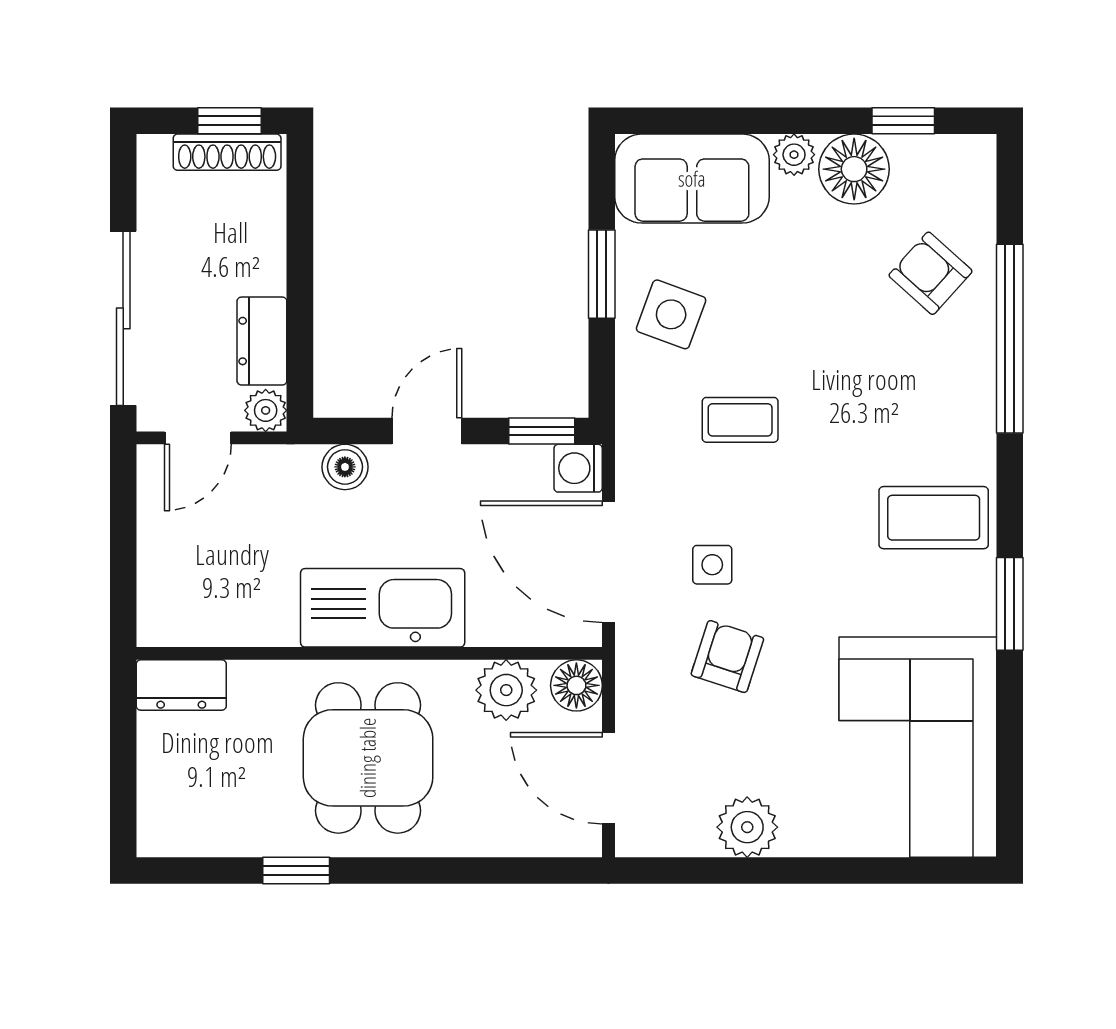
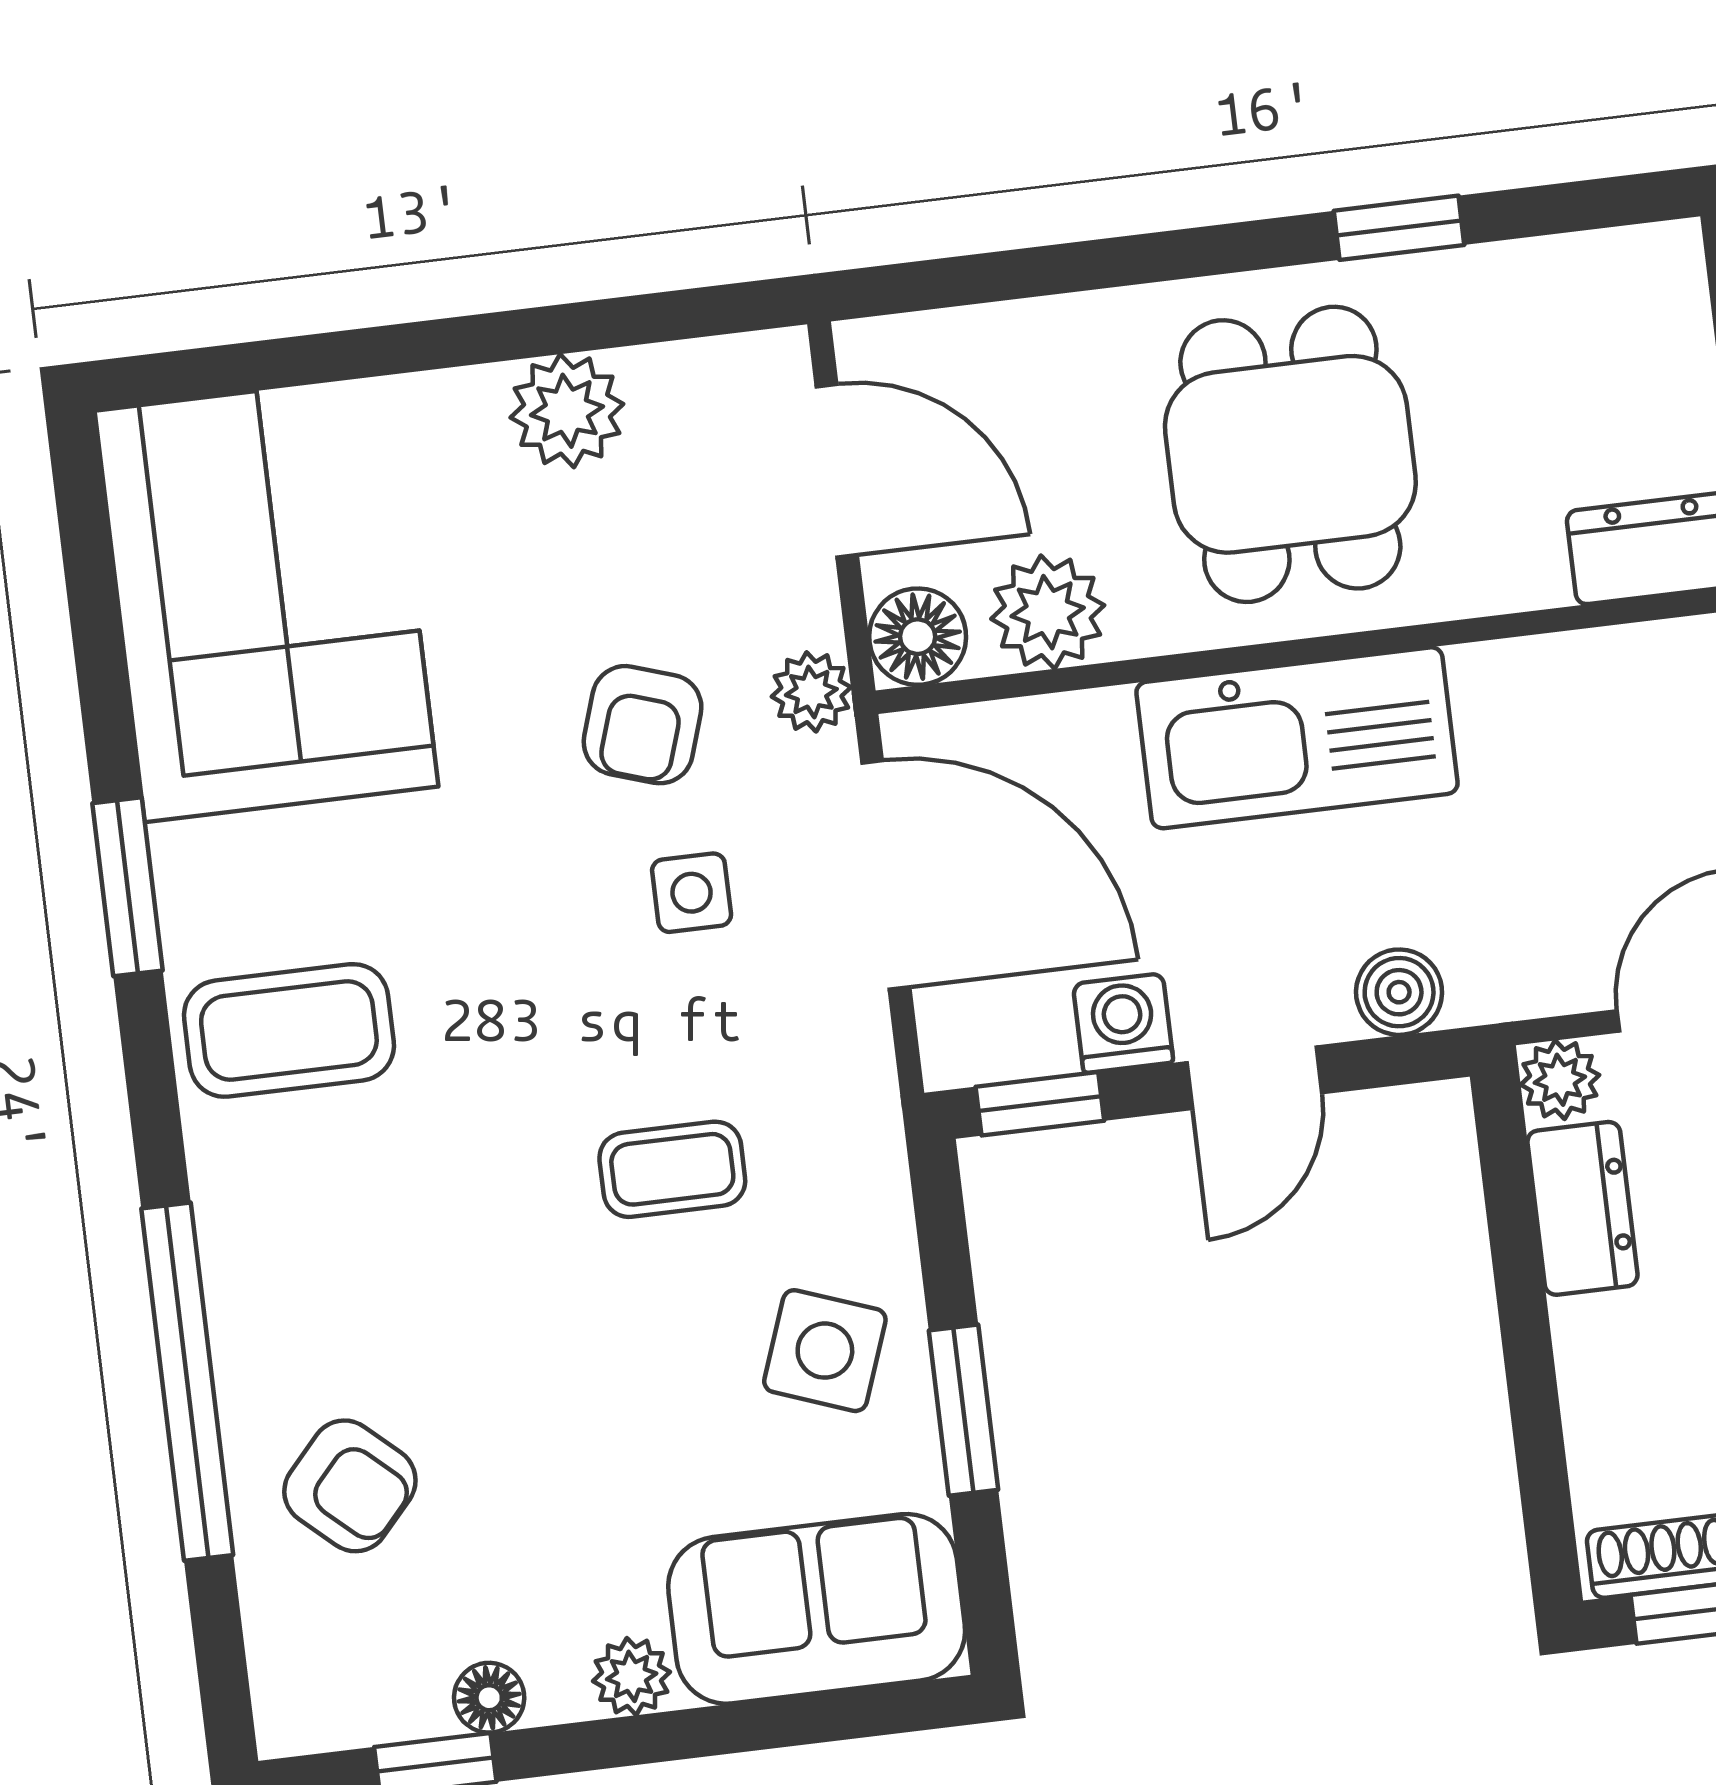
floor lamp: (854, 169) -> (489, 1698), width x0.53, depth x0.53
washing machine: (578, 468) -> (1123, 1023), moved, turned -90
plant: (636, 663) -> (811, 692), added

